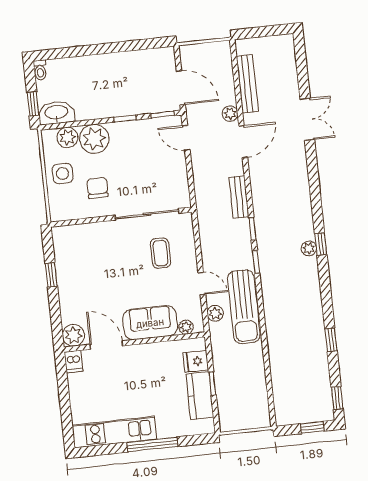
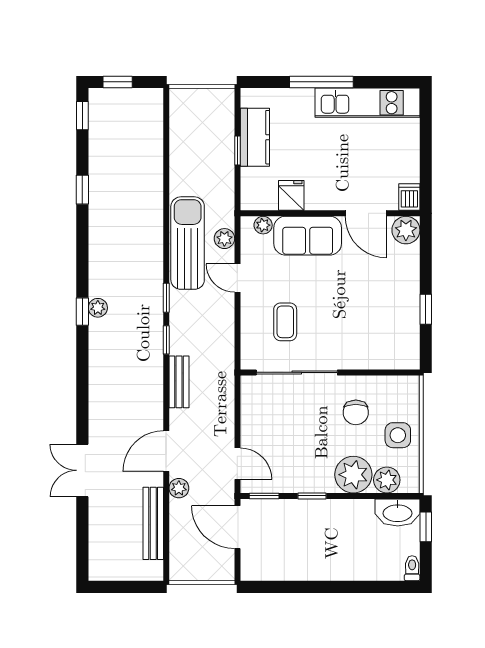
fridge: (196, 361) -> (291, 195), moved, turned -90

